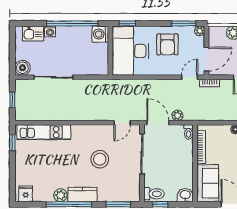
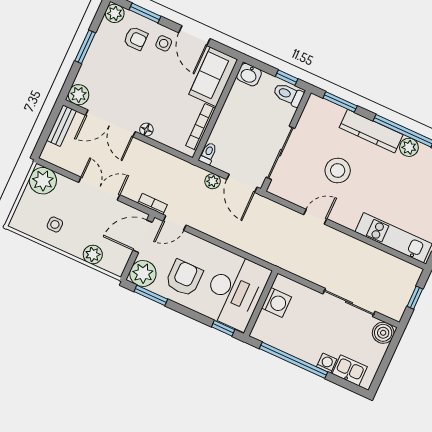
plant: (200, 31) -> (143, 273), width x1.87, depth x1.87
washing machine: (100, 34) -> (277, 303), moved
door: (122, 123) -> (315, 217), moved
kitchen counter: (82, 195) -> (371, 131), width x1.50

